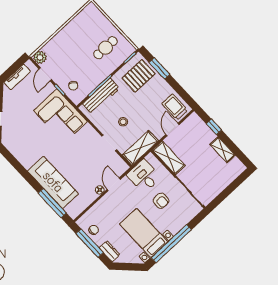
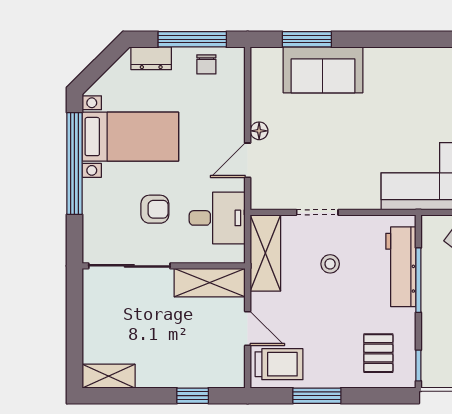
window: (159, 68) -> (317, 396), moved
pallet: (139, 76) -> (378, 353), width x0.67, depth x0.71
shelving: (222, 150) -> (109, 376), moved
sofa: (53, 182) -> (323, 70), width x0.73
door: (114, 184) -> (248, 160), swing flipped
armchair: (161, 201) -> (155, 209), turned 180
window: (52, 203) -> (307, 39), width x0.69

